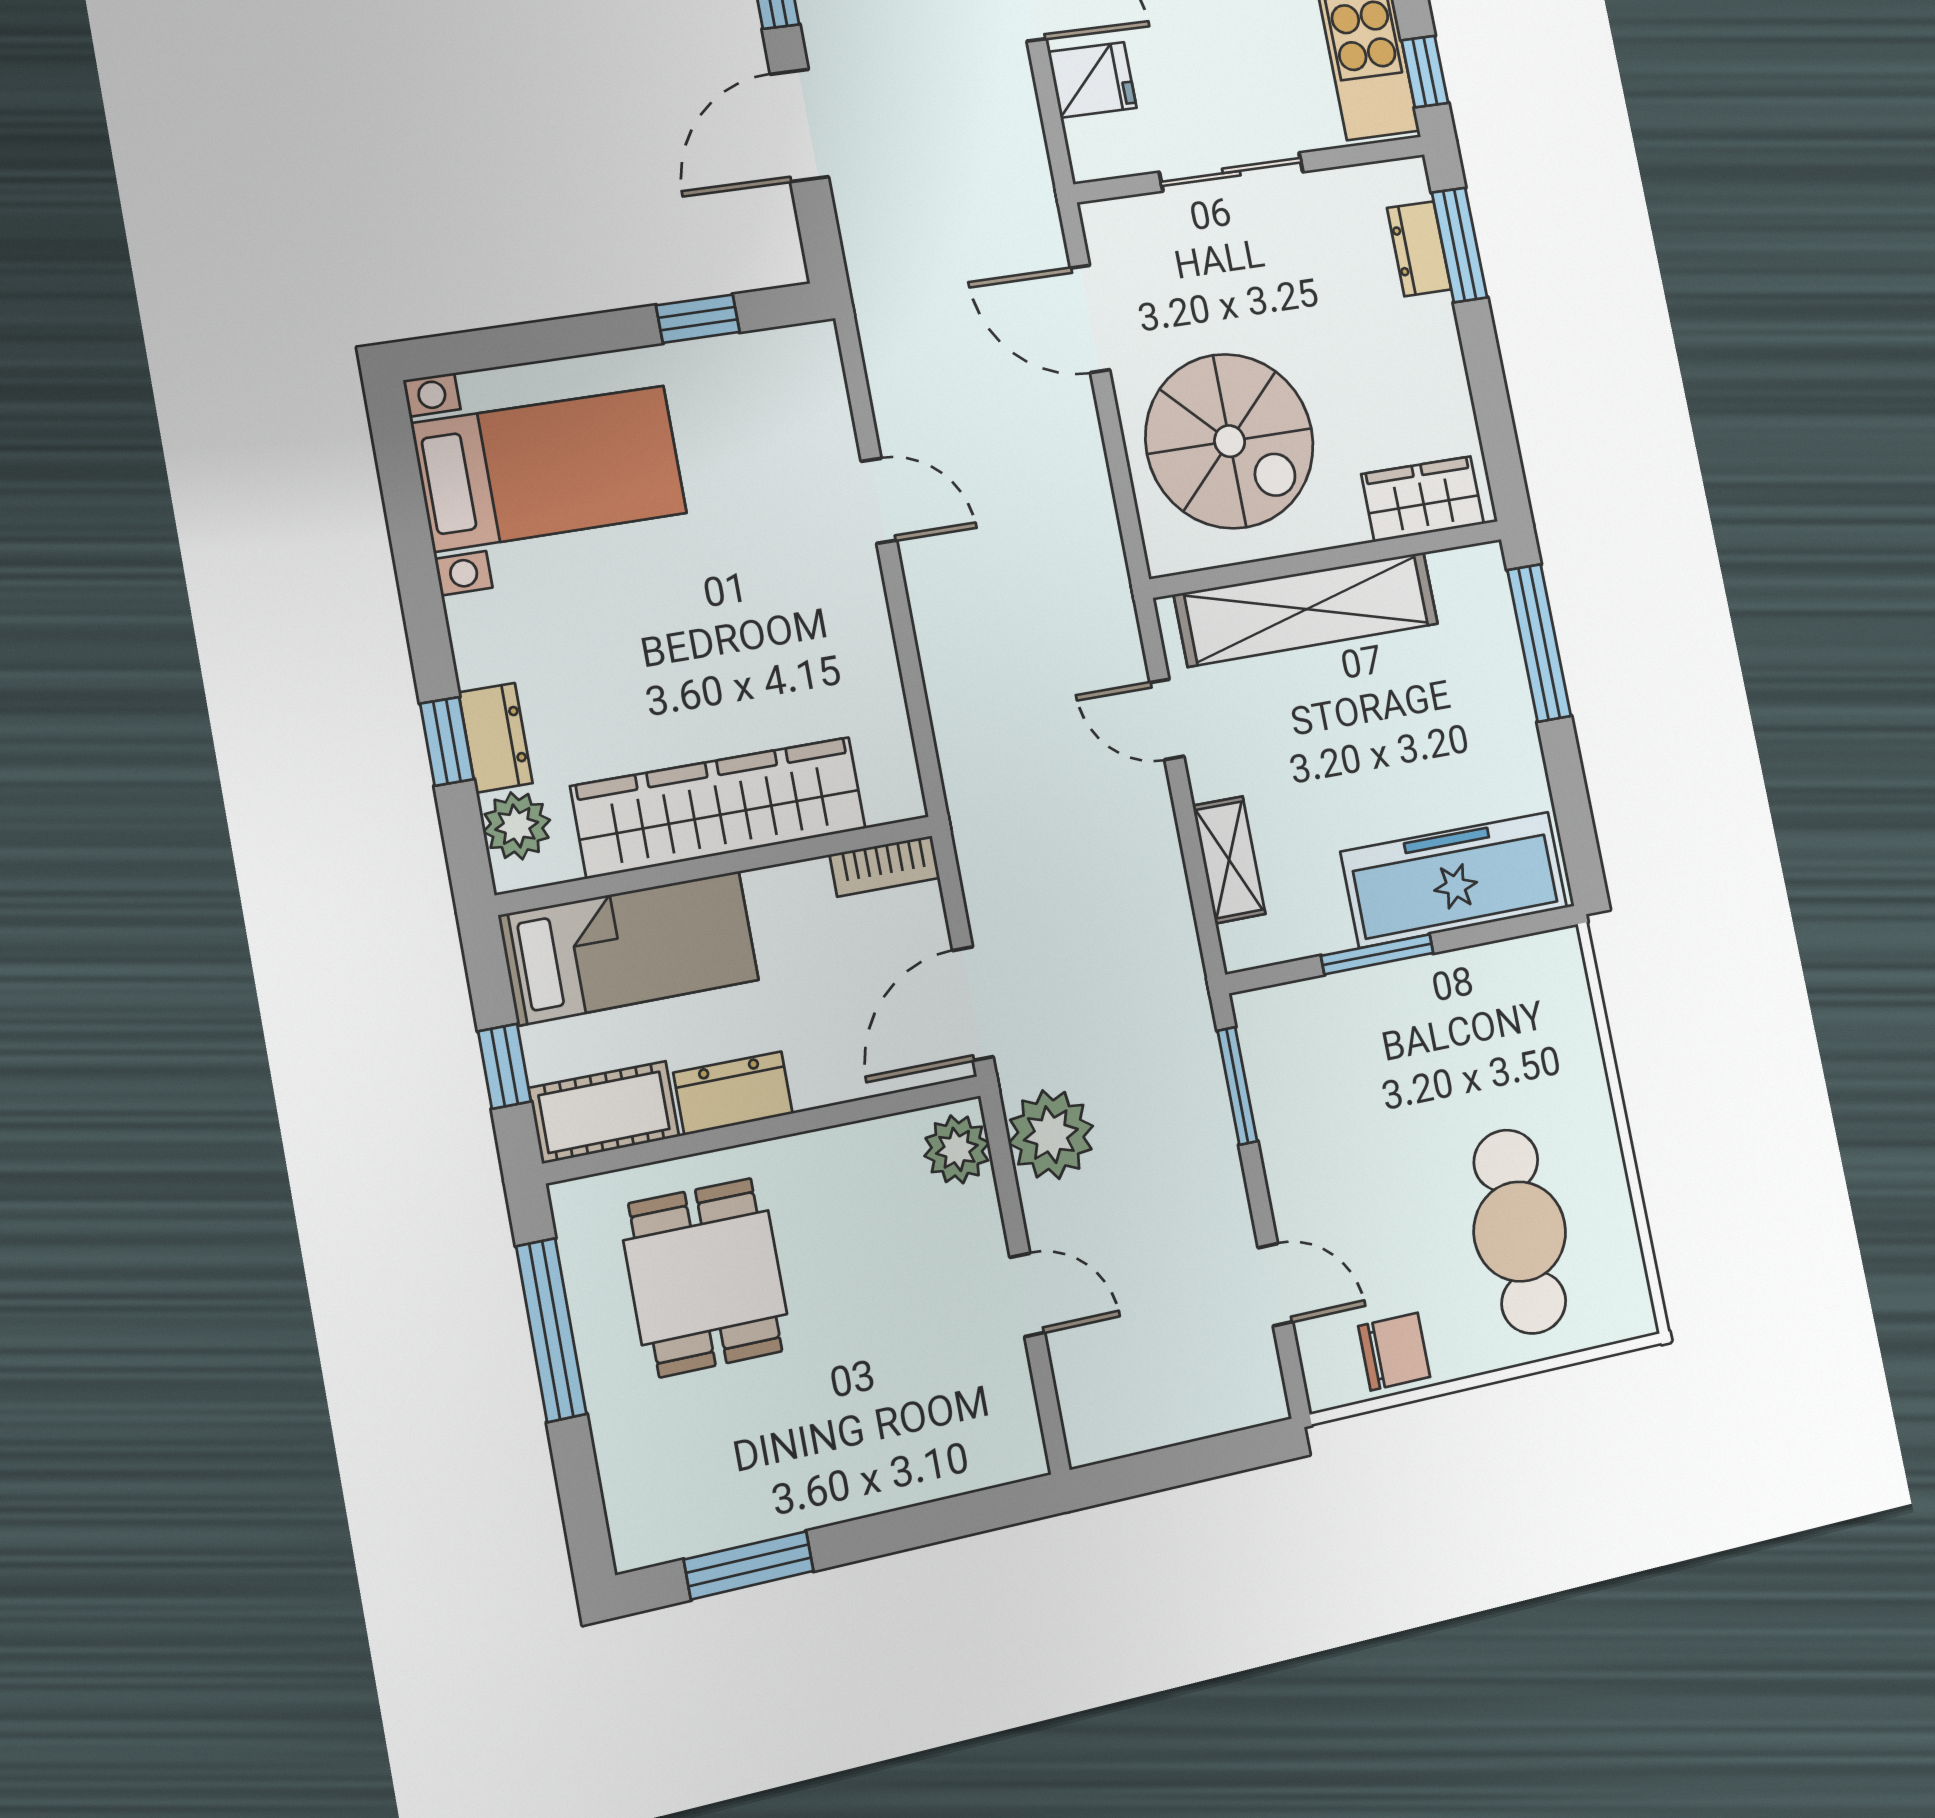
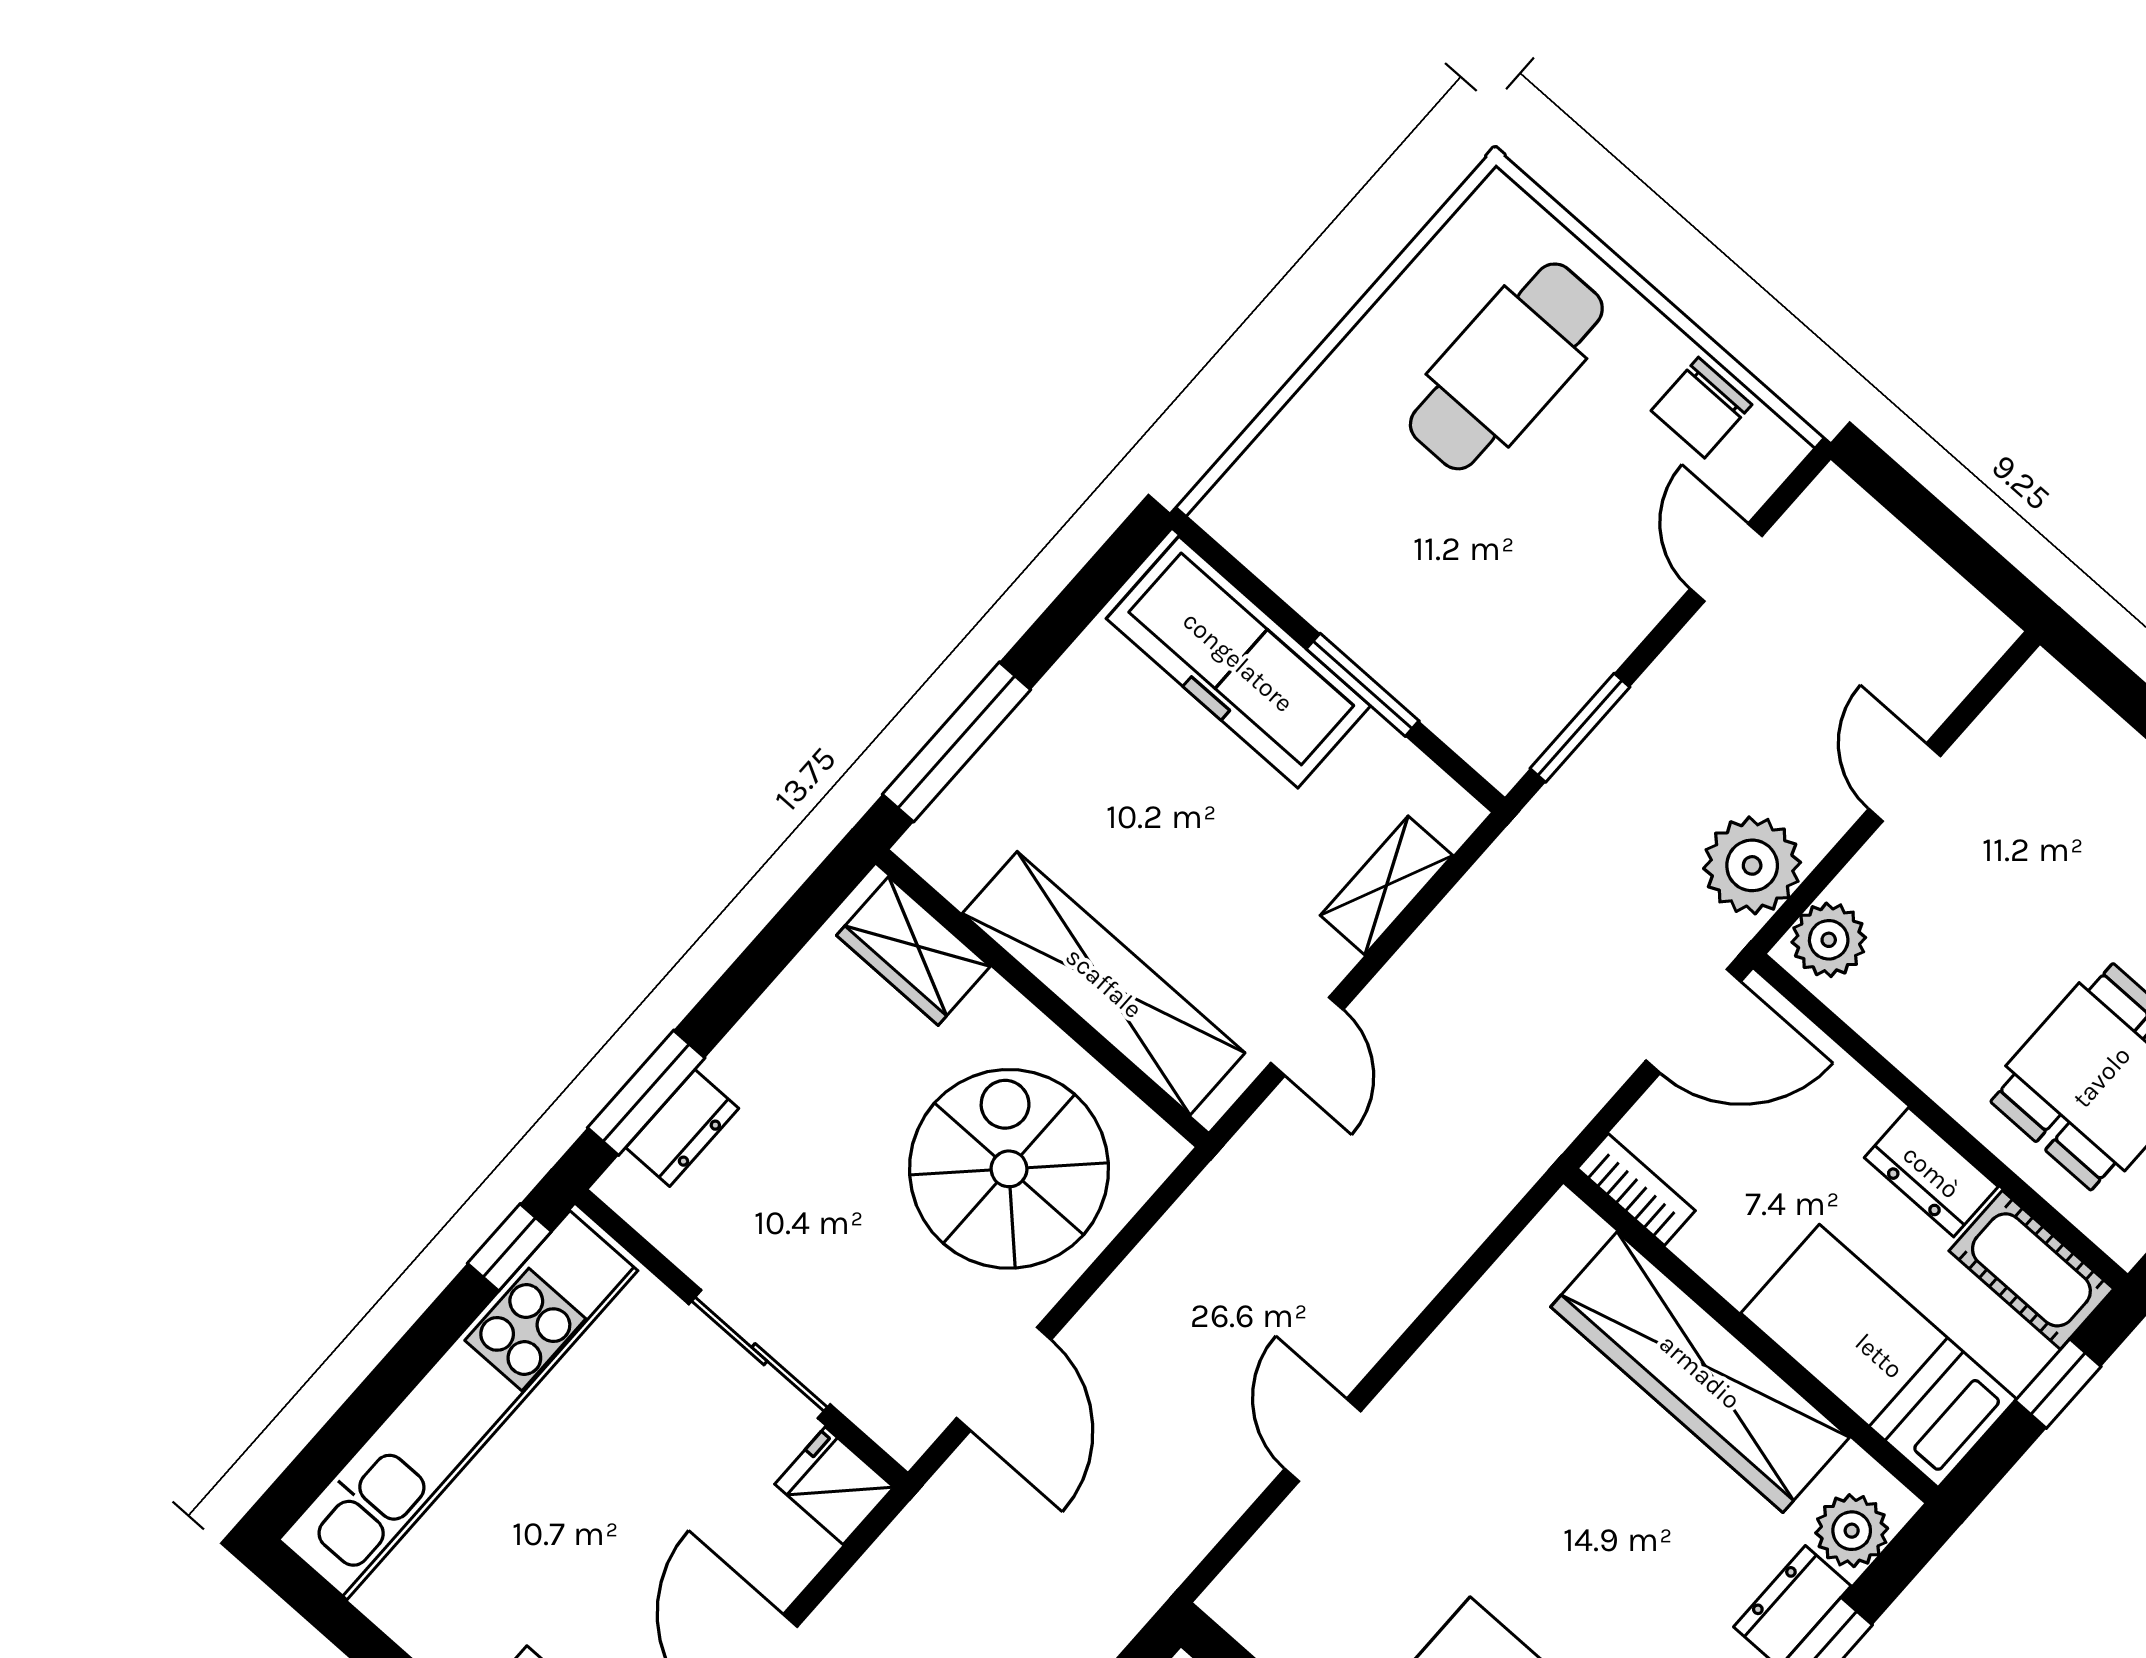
fridge: (1092, 80) -> (834, 1486), moved
chair: (1394, 1352) -> (1701, 408), turned -90

